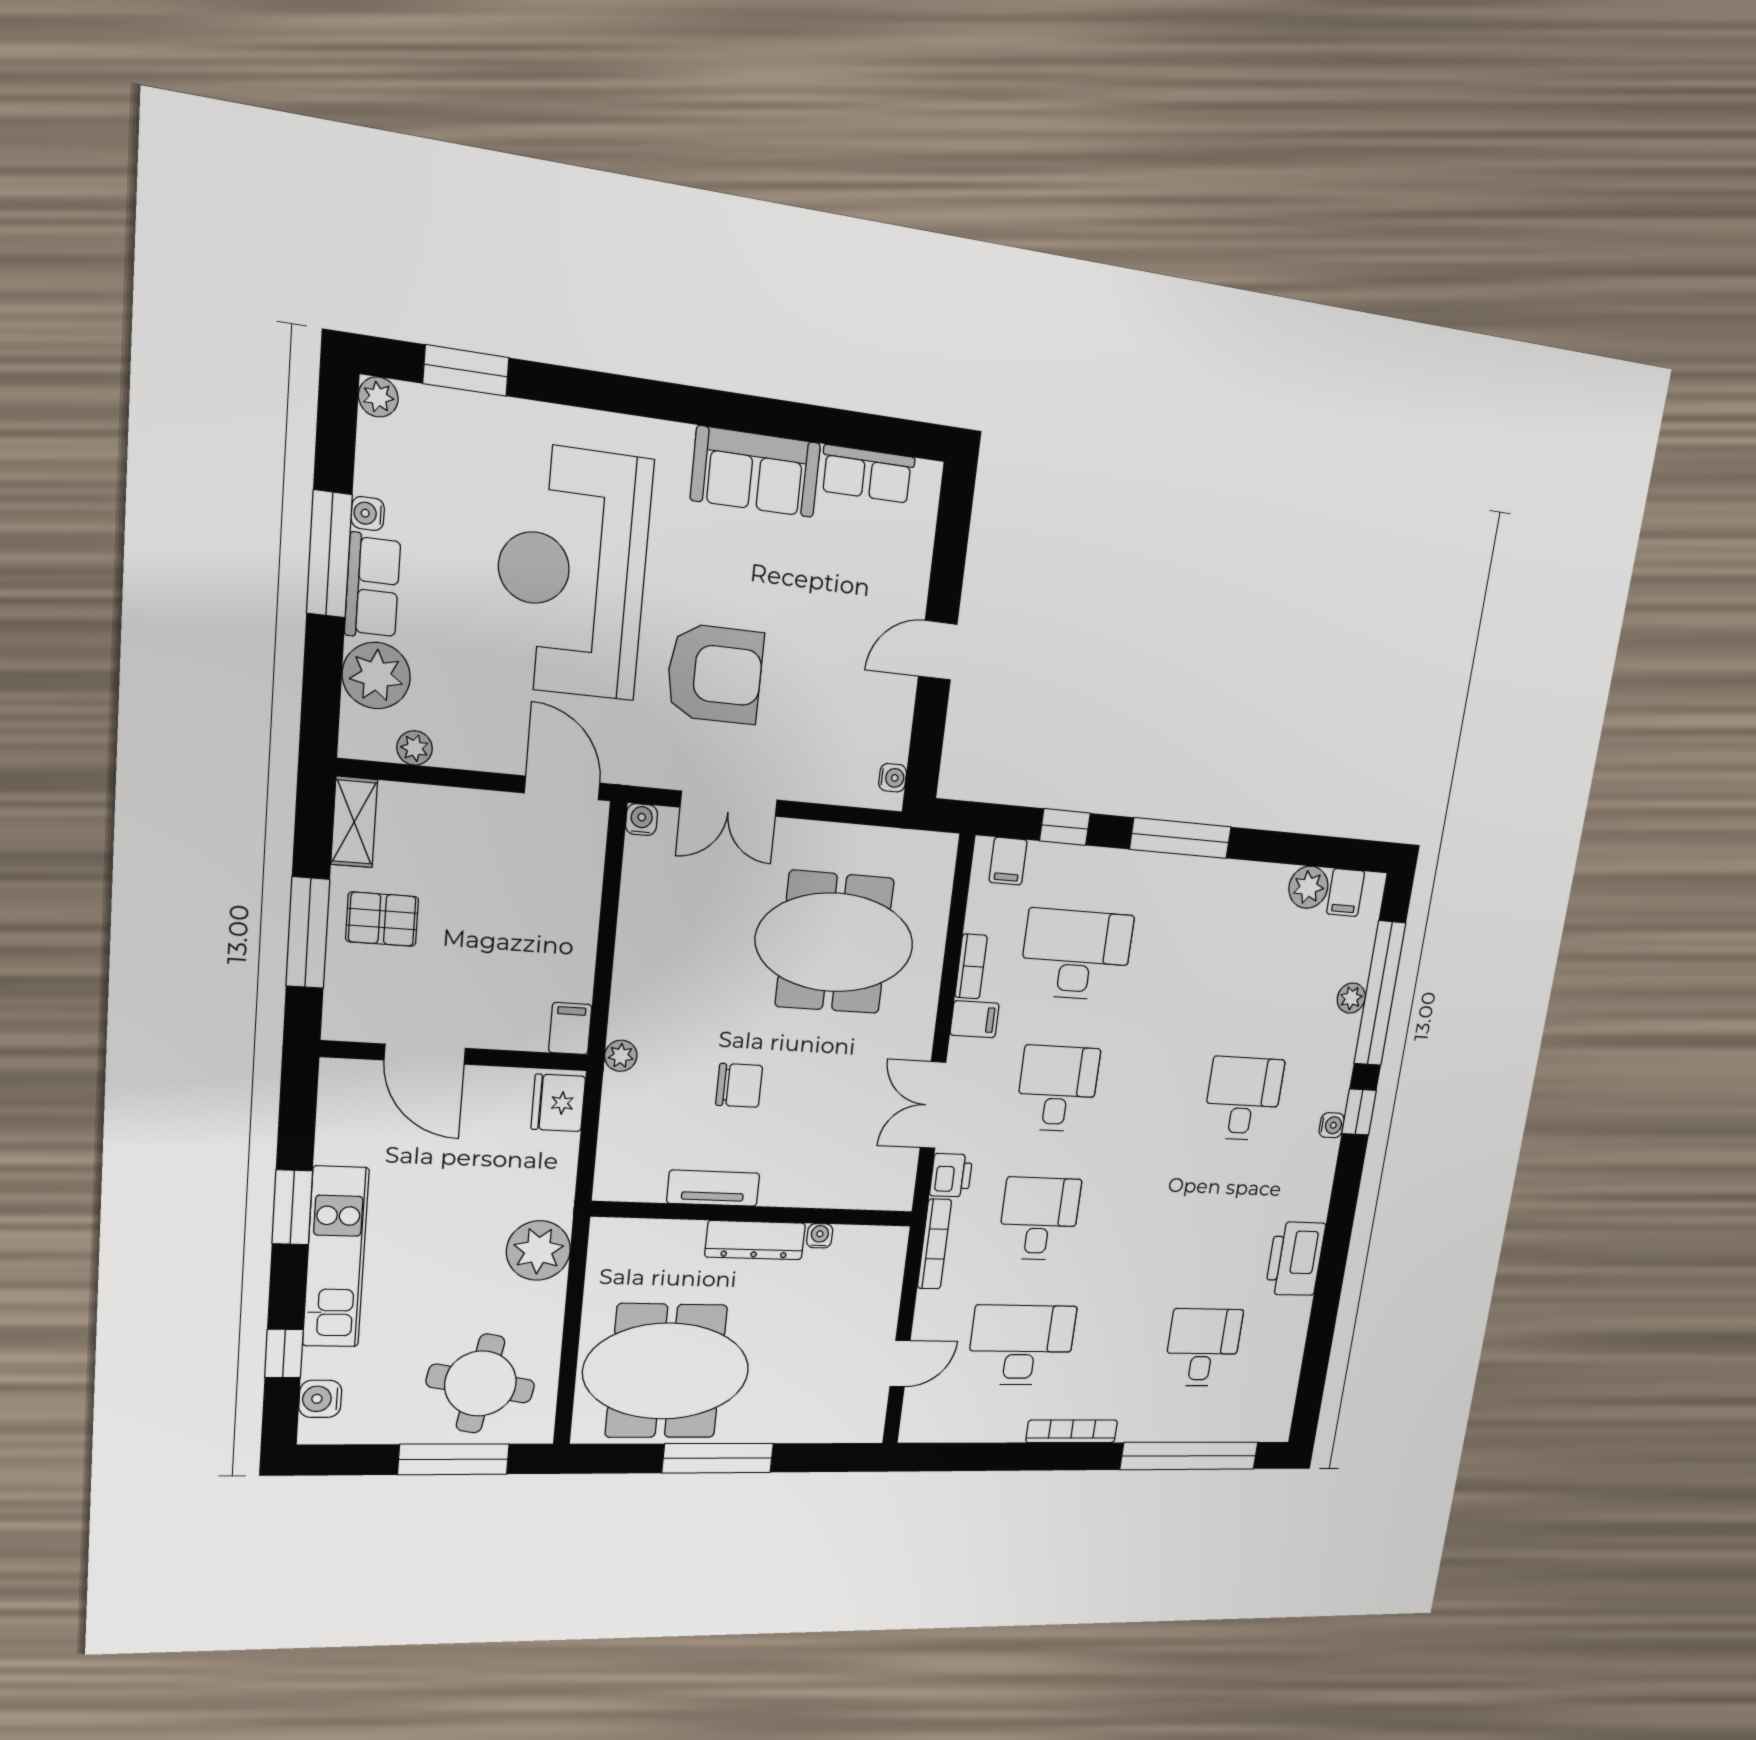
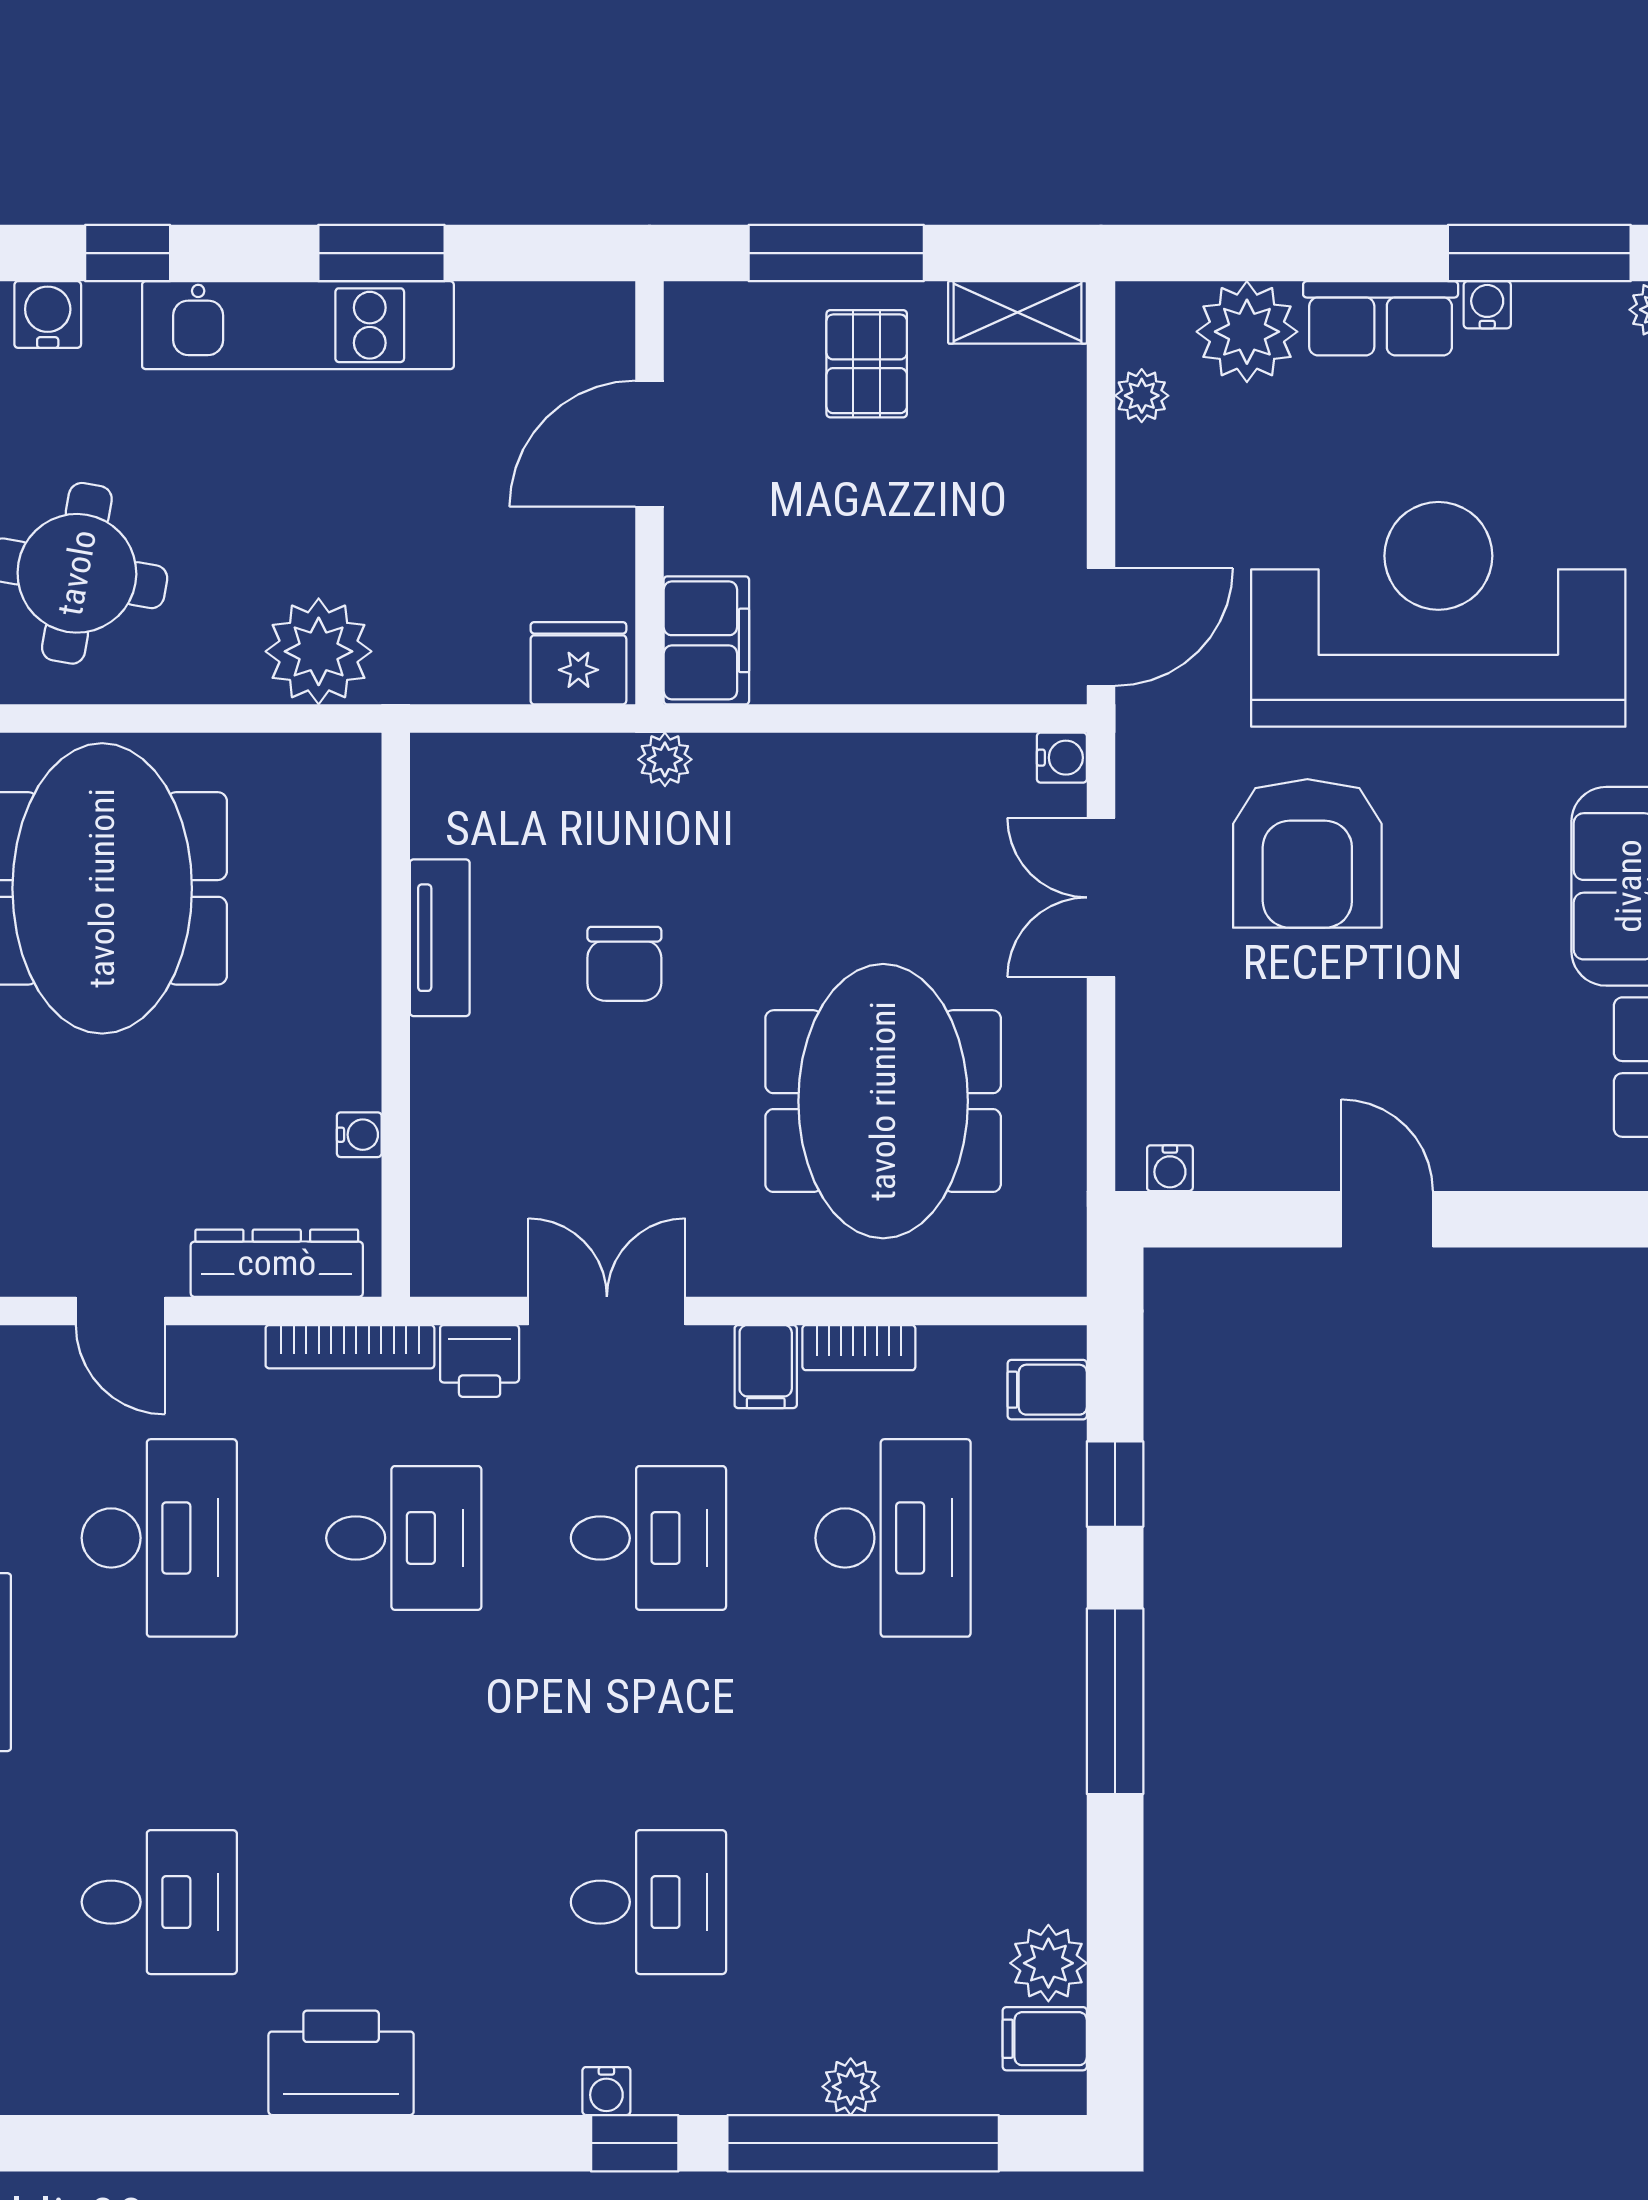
window: (329, 554) -> (1539, 253), moved
filing cabinet: (570, 1029) -> (706, 640), width x2.00
dresser: (755, 1240) -> (277, 1263), moved, turned 90

